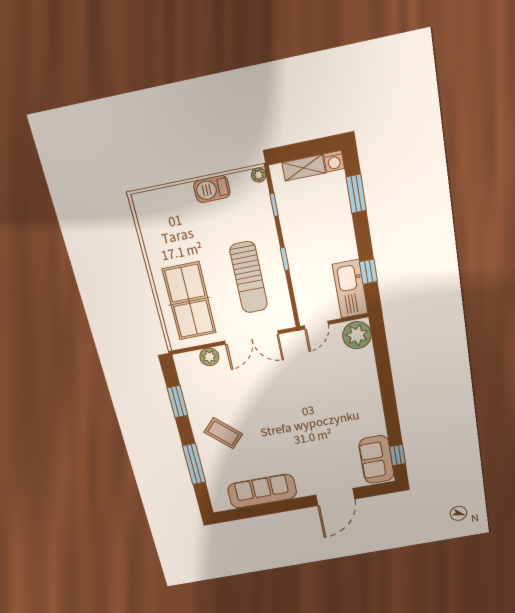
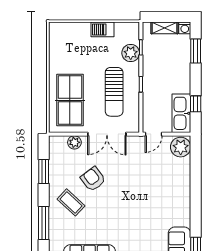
plant: (259, 175) -> (131, 53), moved, width x1.88, depth x1.88
armchair: (246, 399) -> (93, 179), added

